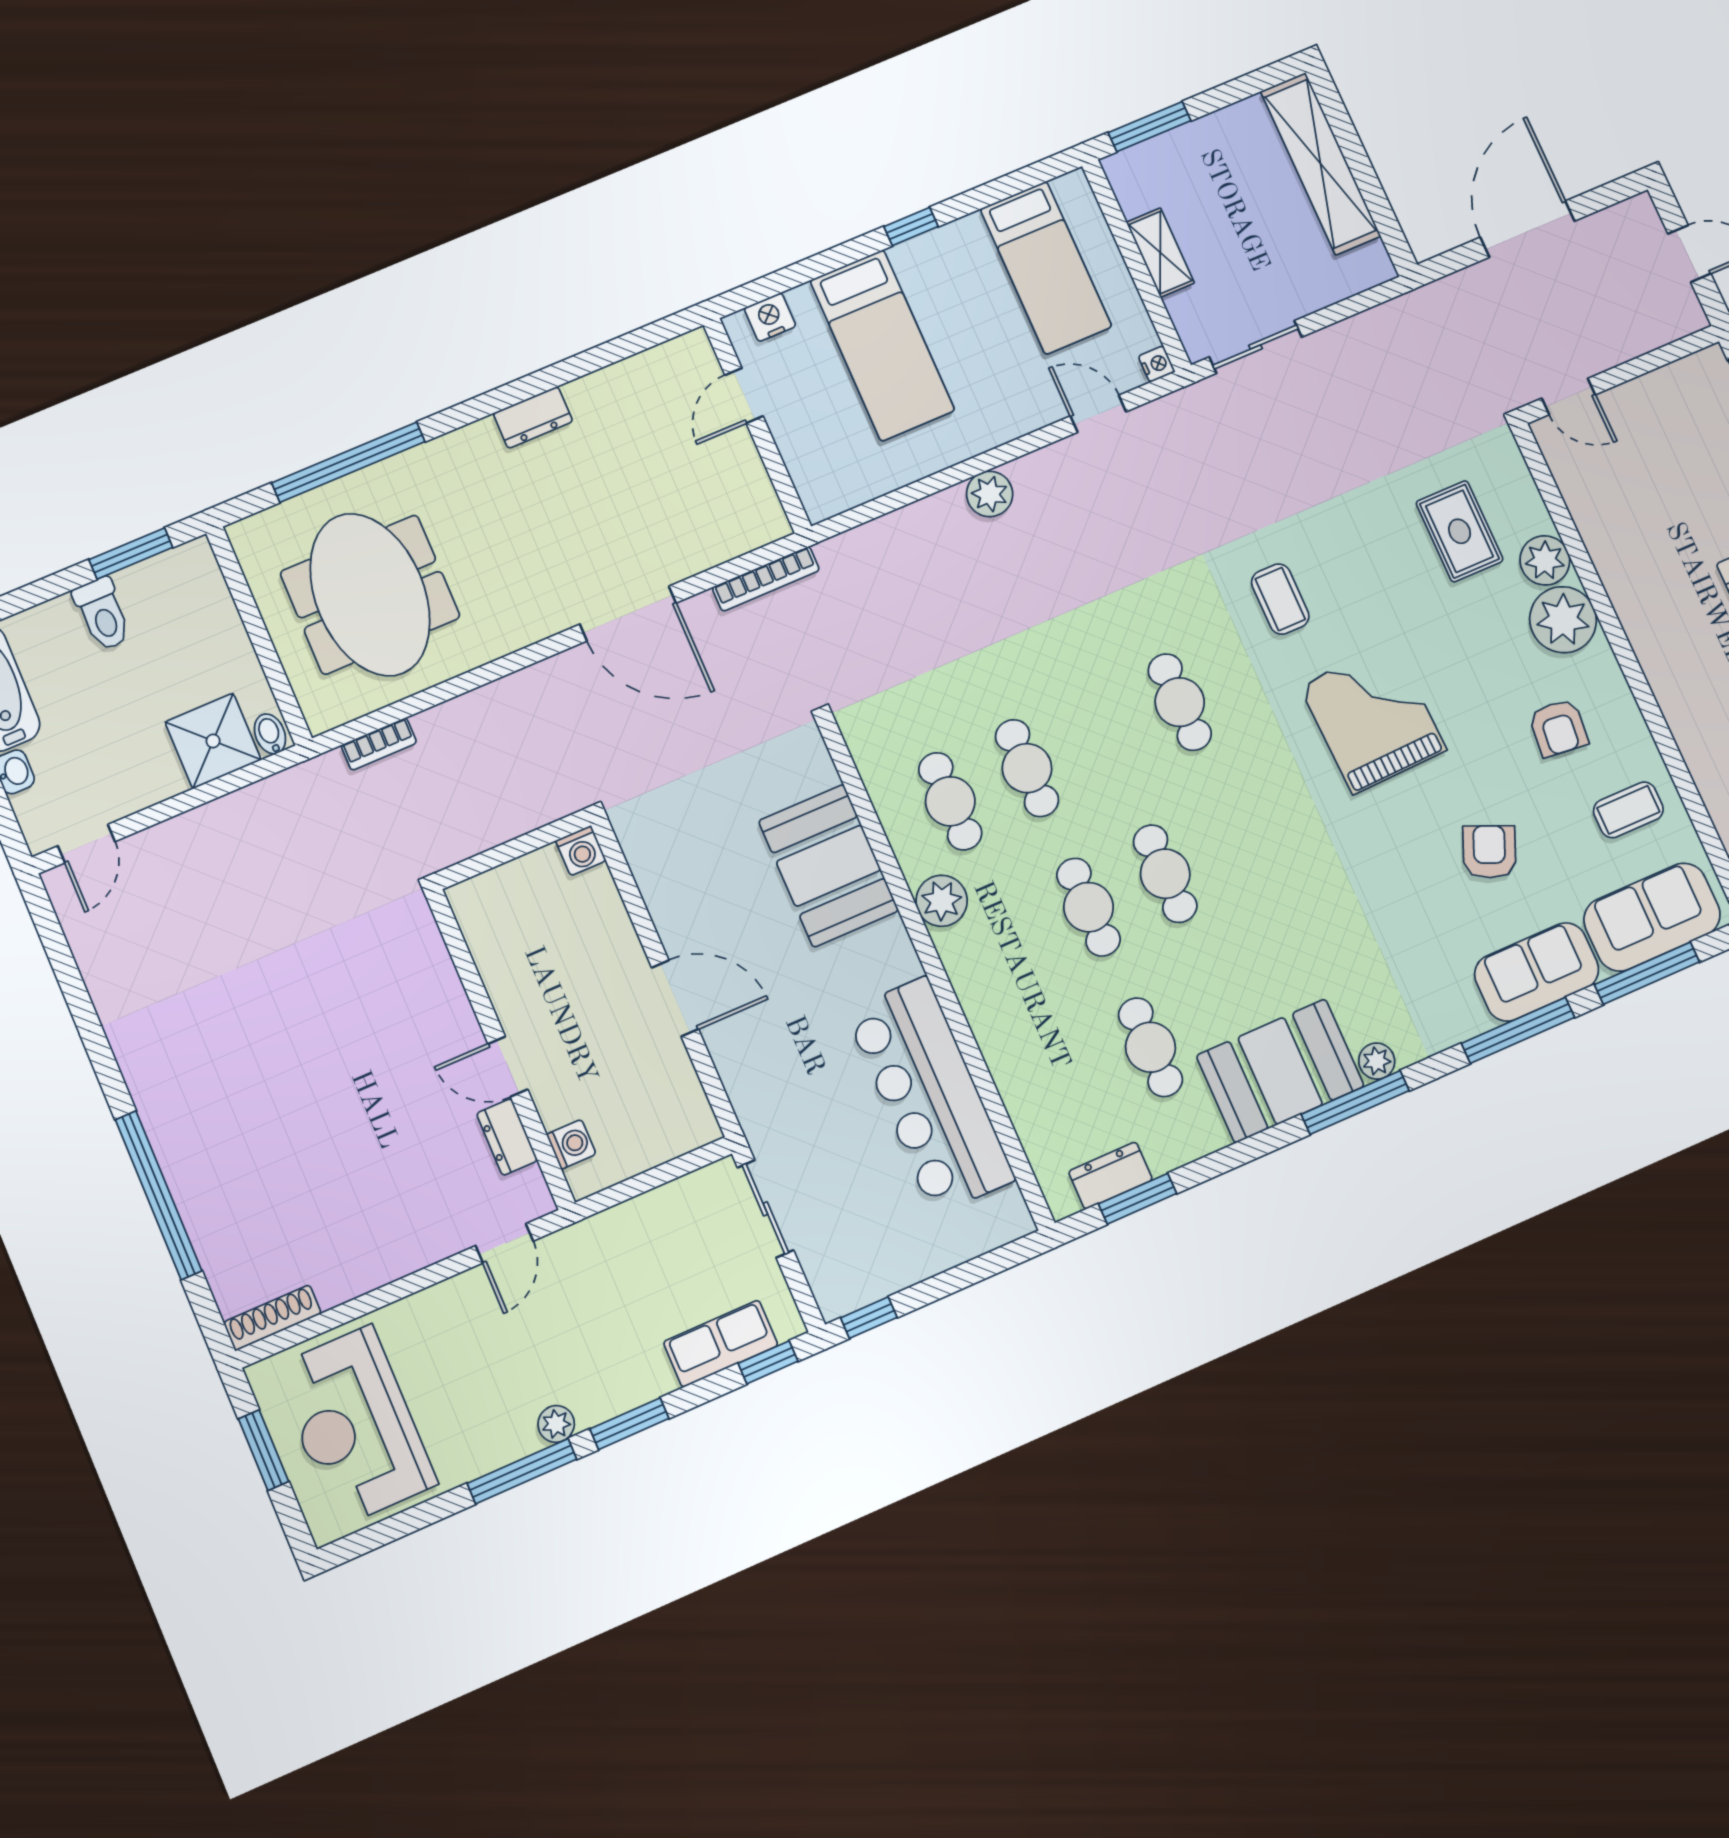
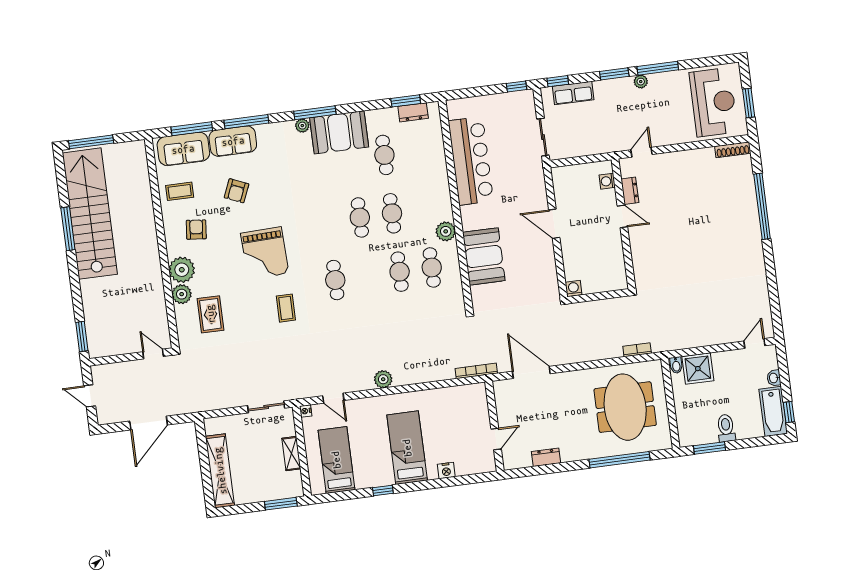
door: (744, 396) -> (496, 439), moved
wall: (757, 425) -> (494, 426), moved

